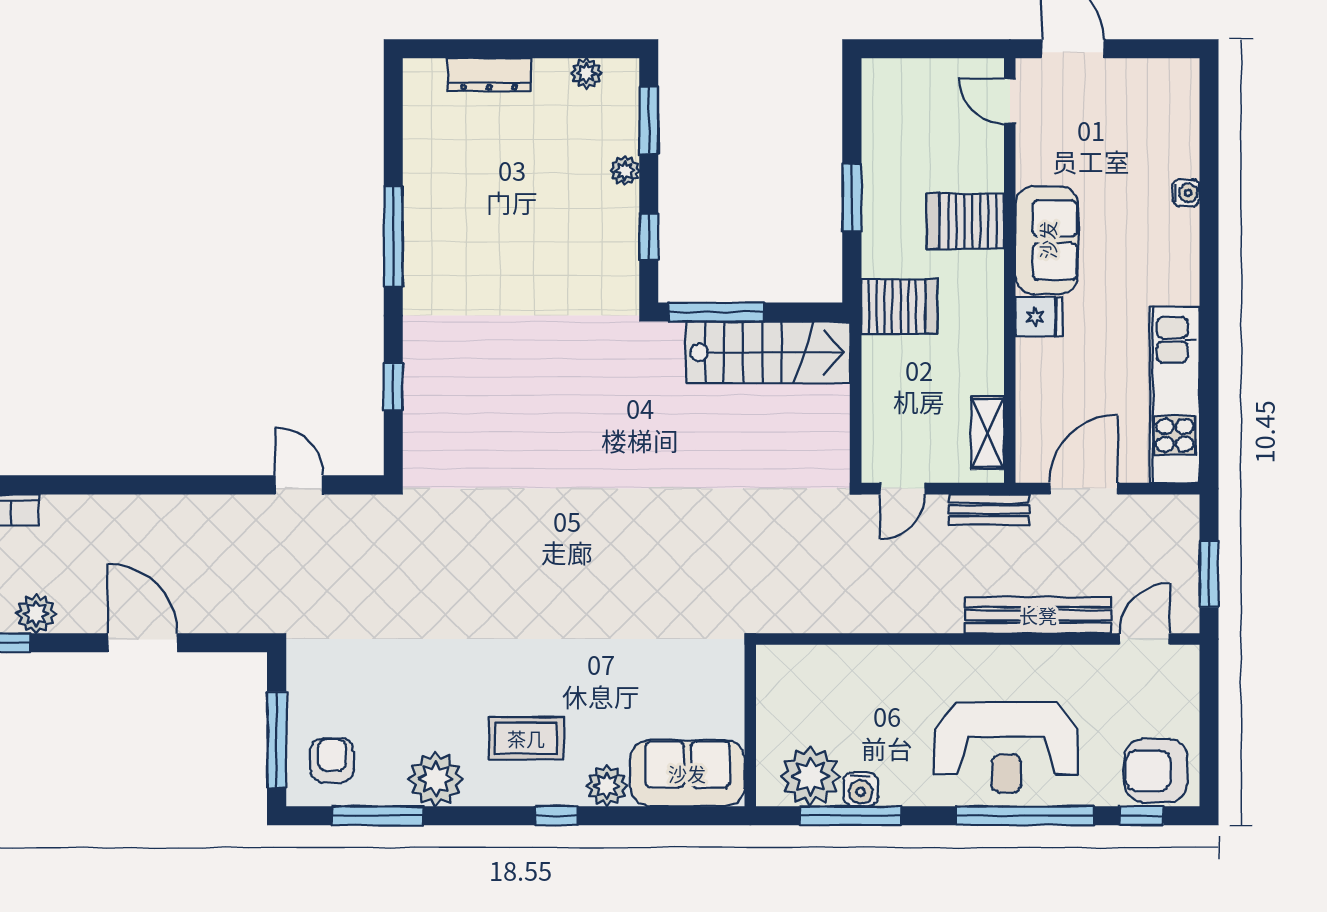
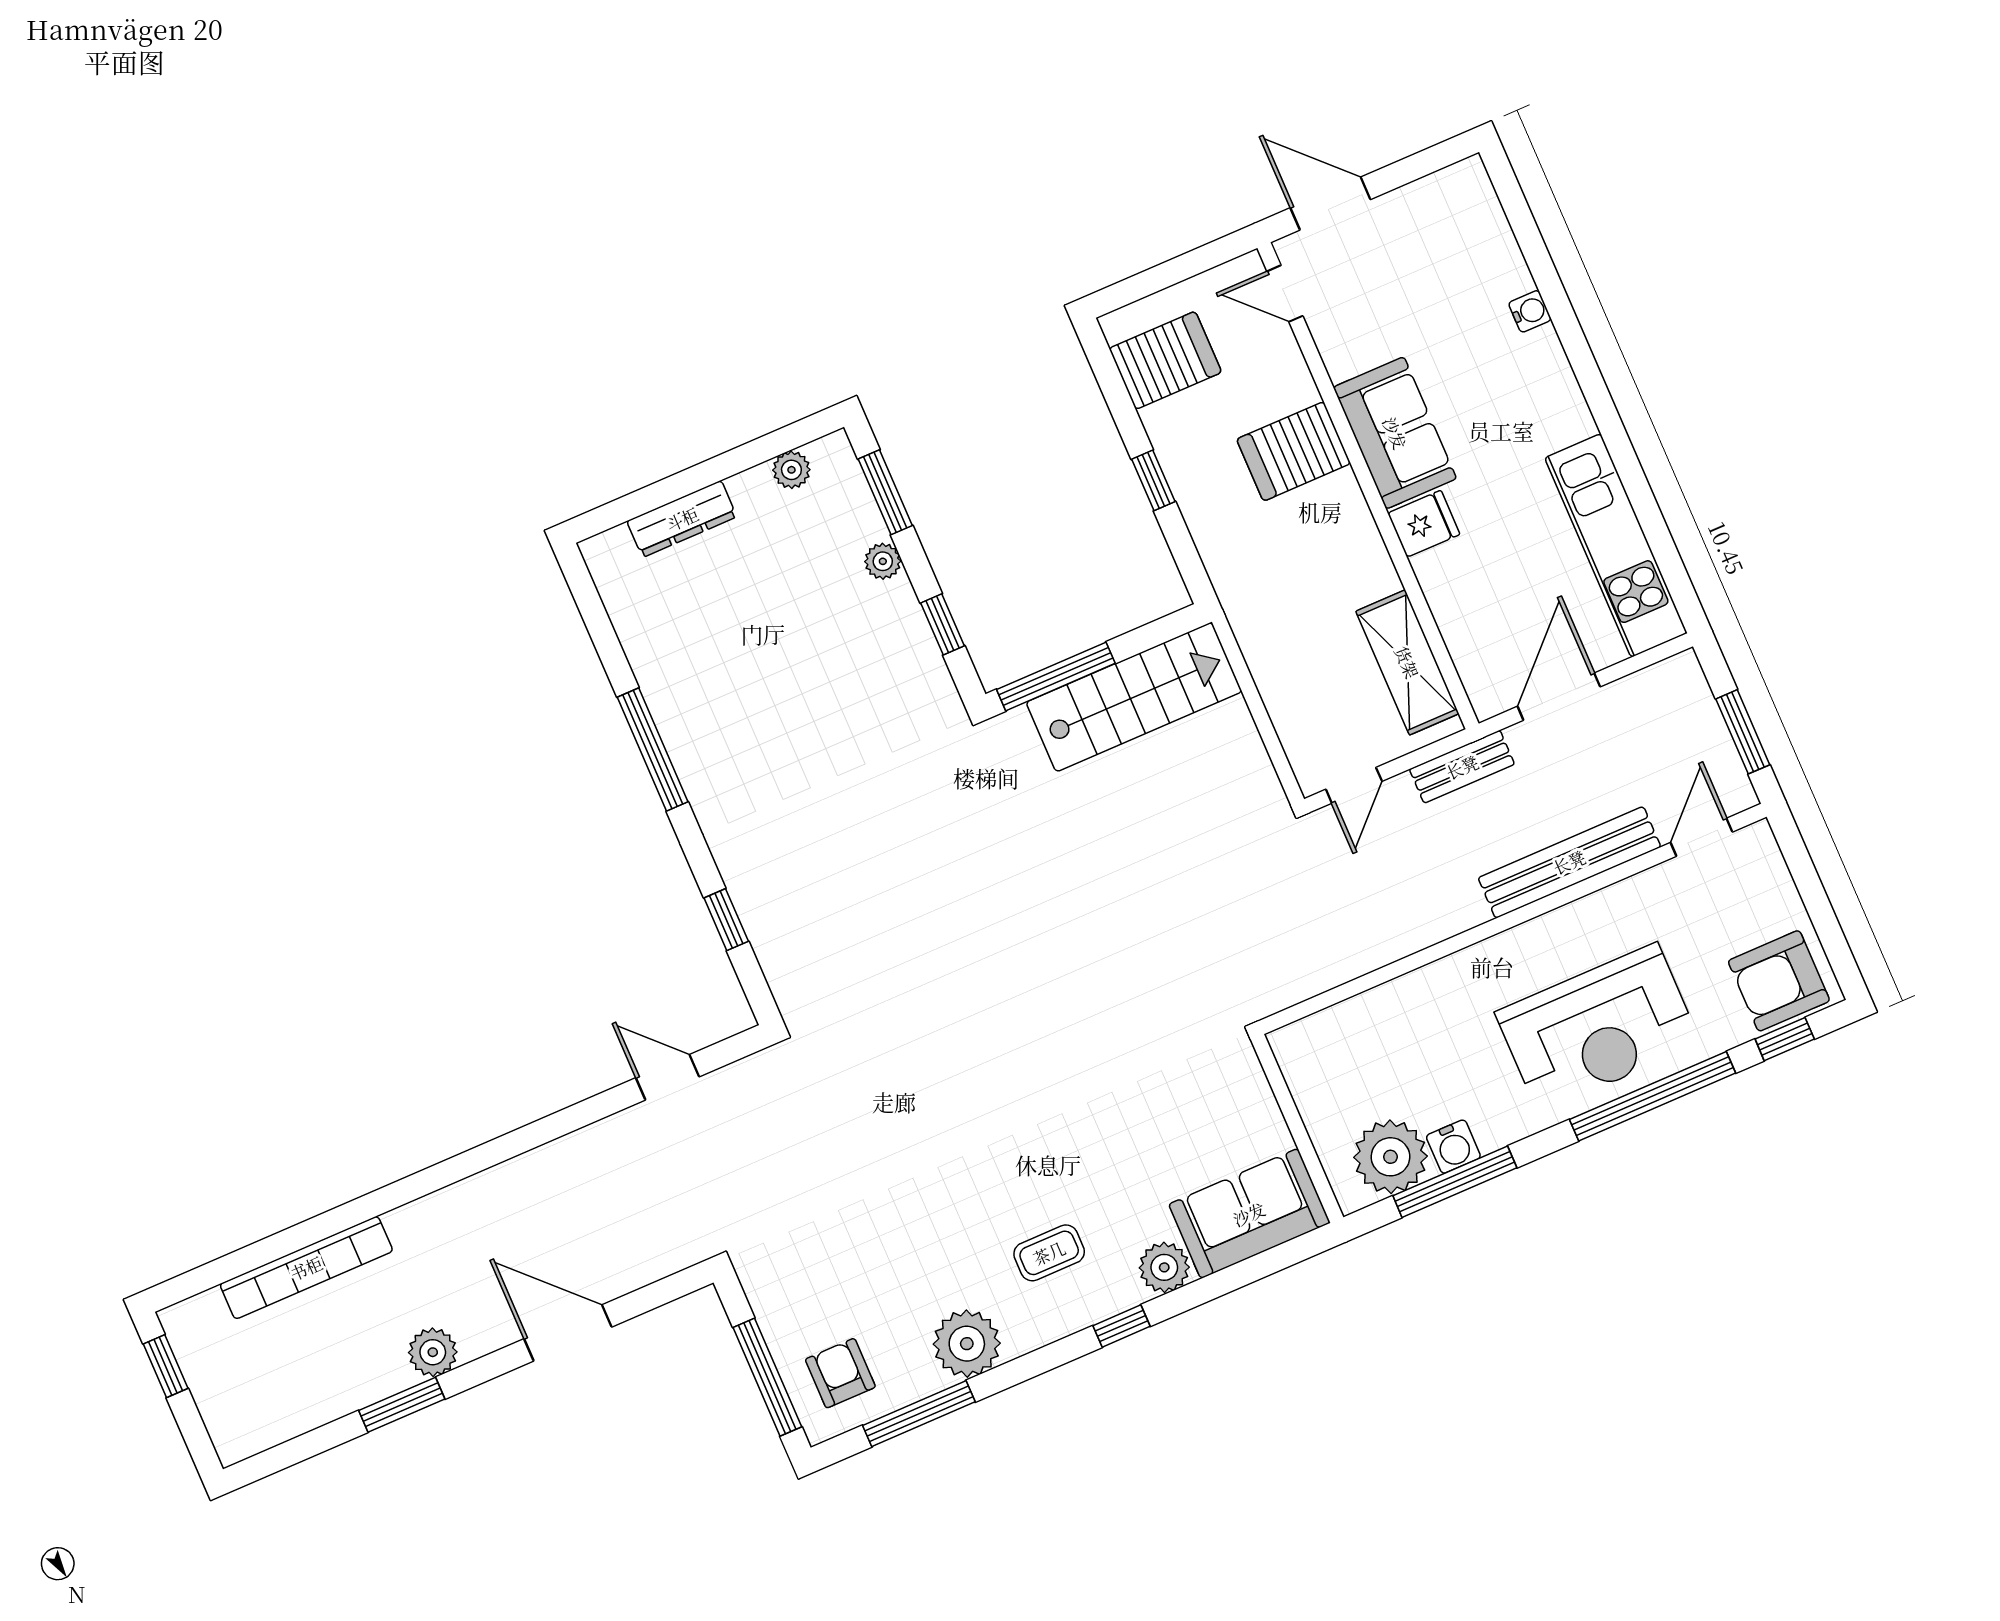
window: (852, 197) -> (1153, 480), width x0.67
server rack: (899, 306) -> (1165, 360), moved
shelving: (988, 433) -> (1407, 662), width x1.50, depth x1.33
coffee table: (526, 738) -> (1049, 1253), width x0.73, depth x0.77

